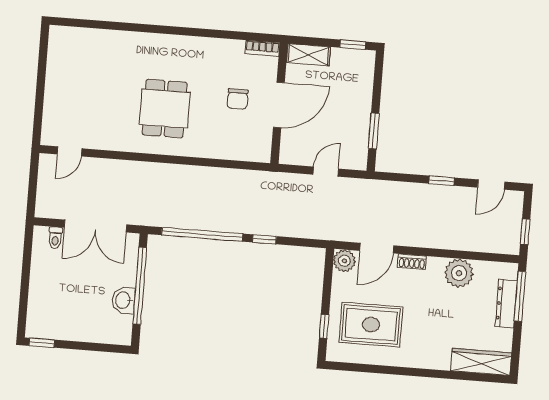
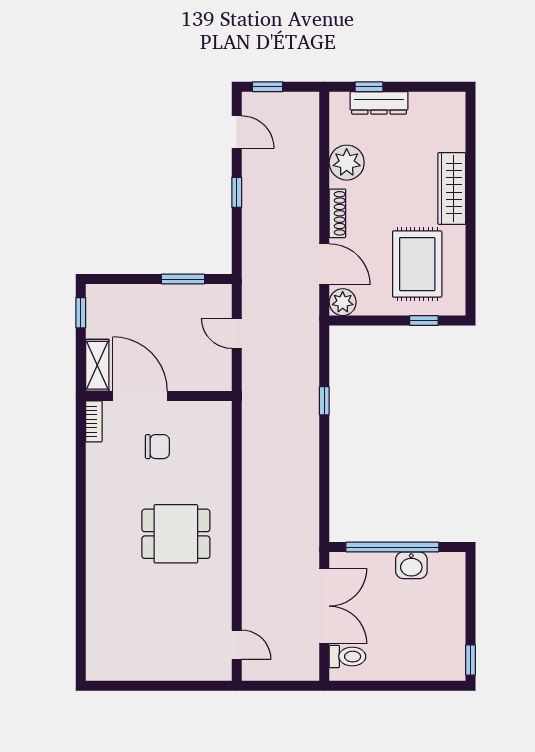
door: (279, 105) -> (140, 396), moved
window: (525, 232) -> (268, 87), moved
window: (202, 234) -> (324, 476), removed
toilet: (55, 238) -> (347, 657), width x1.37, depth x1.39
shoe rack: (412, 262) -> (337, 213), width x1.43
window: (520, 296) -> (369, 87), width x0.46
wardrobe: (481, 362) -> (452, 188), moved

